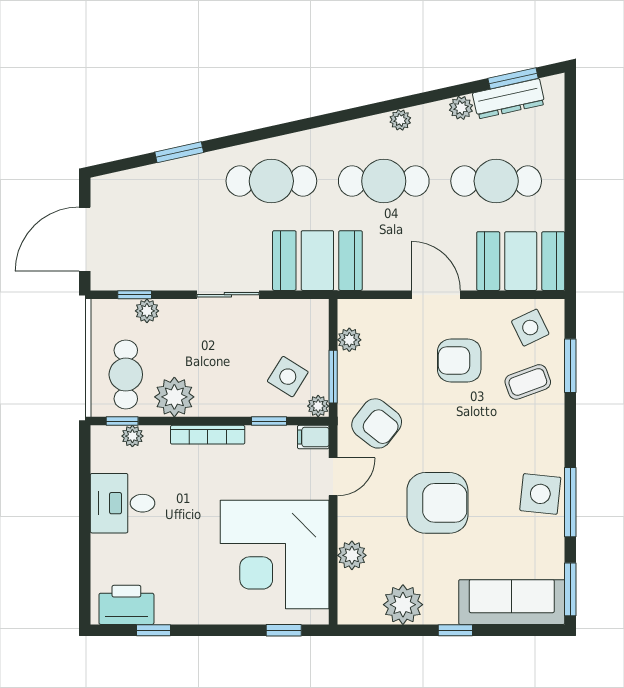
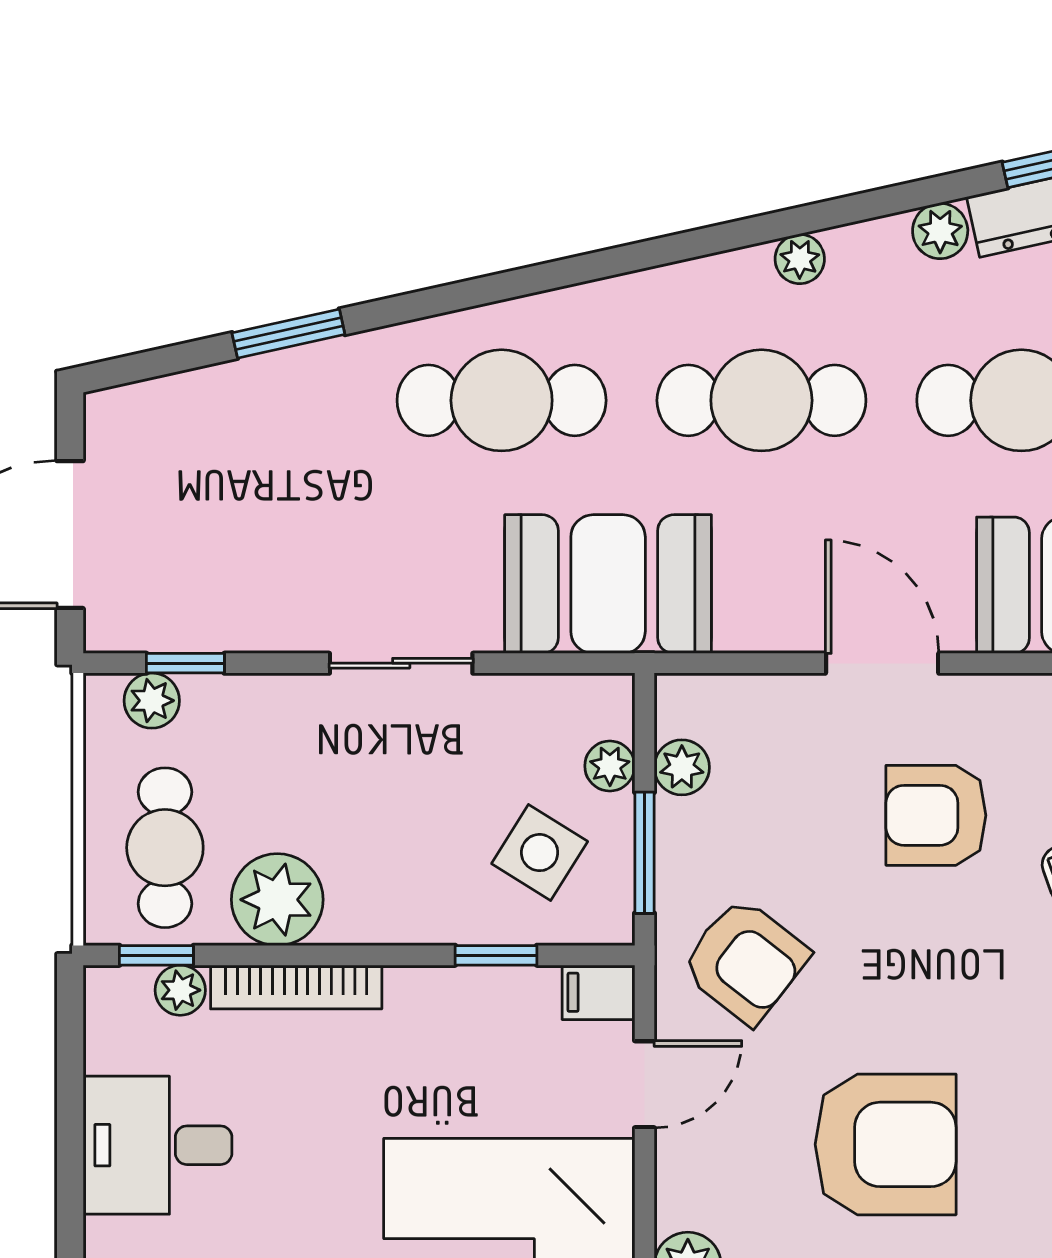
plant: (147, 311) -> (152, 701), moved
plant: (318, 406) -> (610, 766), moved
bookcase: (208, 435) -> (296, 987), moved

